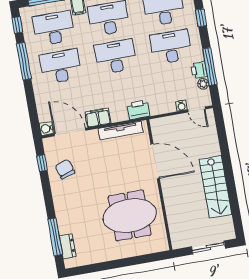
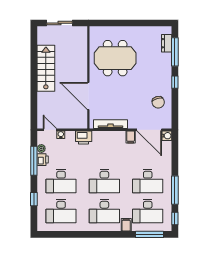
printer: (138, 110) -> (84, 138), moved
filing cabinet: (98, 118) -> (131, 137), width x0.50
window: (42, 163) -> (175, 82), moved

